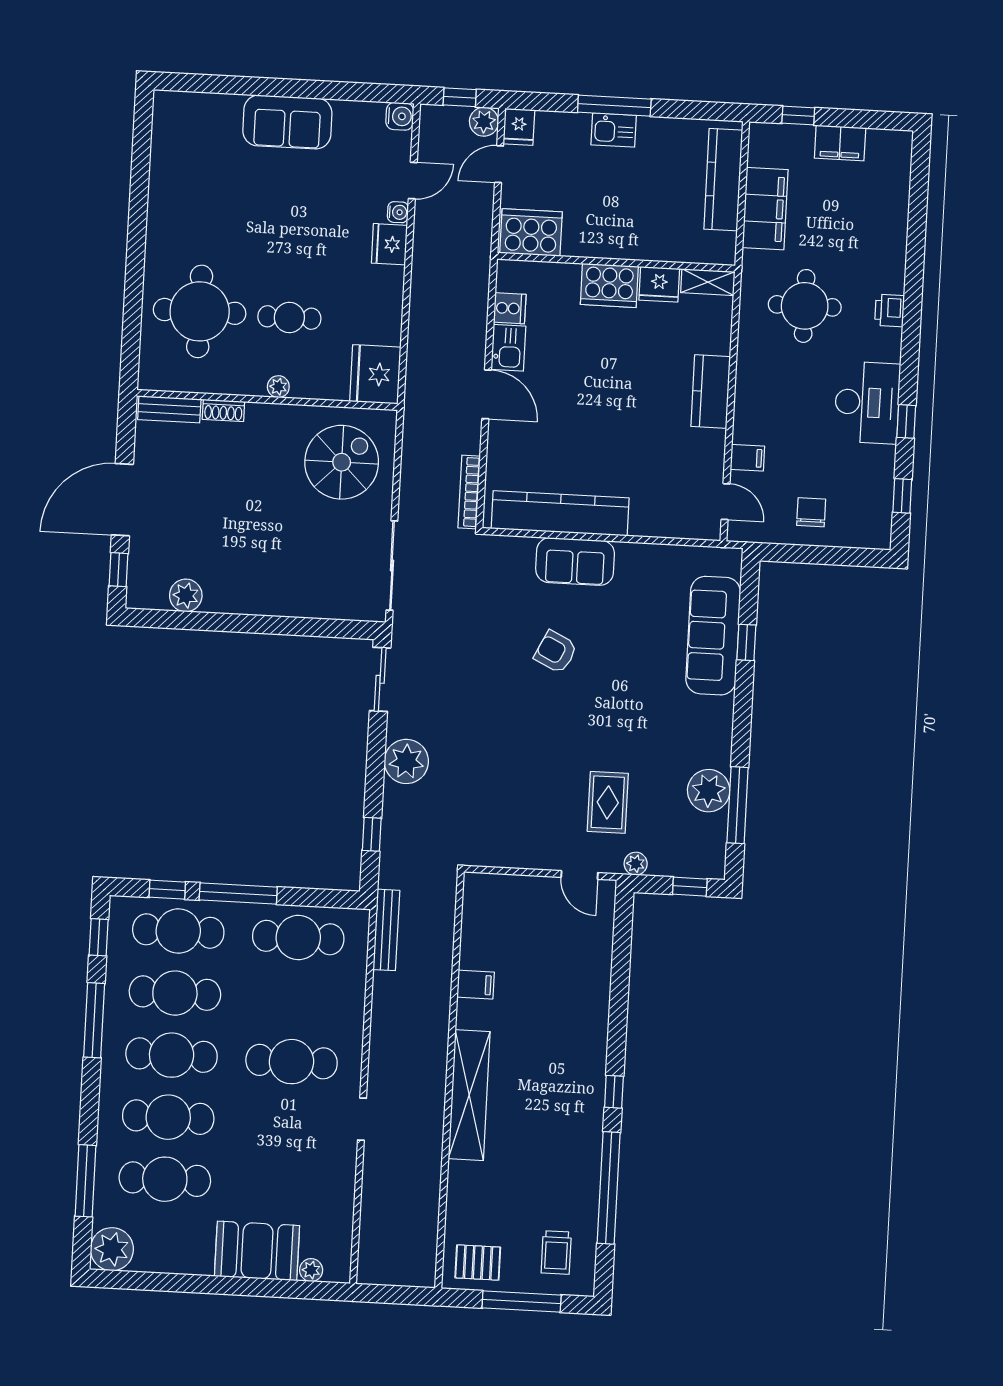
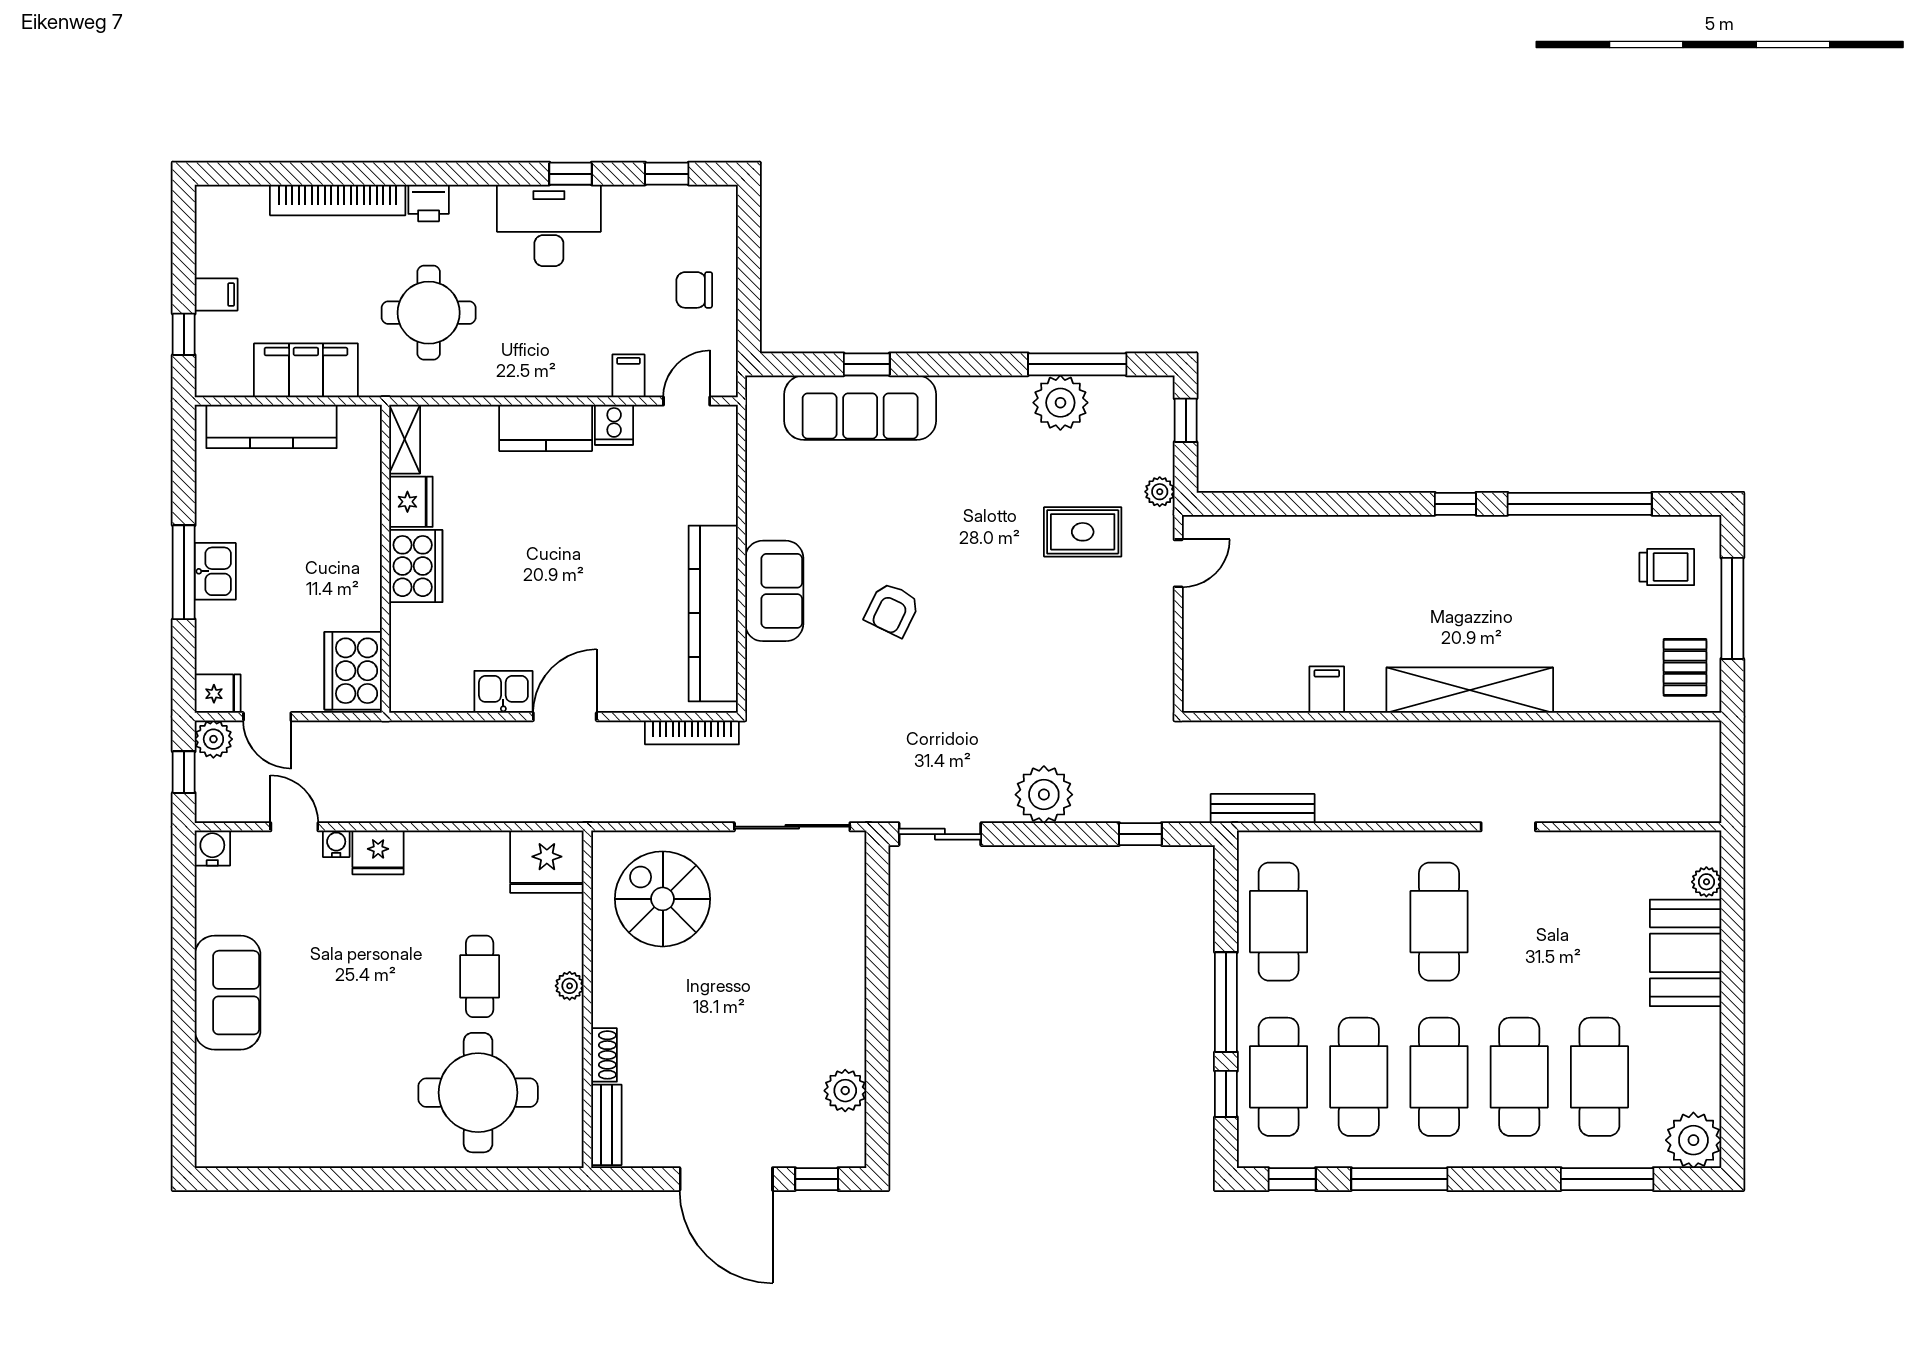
filing cabinet: (840, 143) -> (216, 295), width x0.50
bookcase: (896, 240) -> (338, 200), added
cooker: (510, 308) -> (614, 425), moved, turned 180

